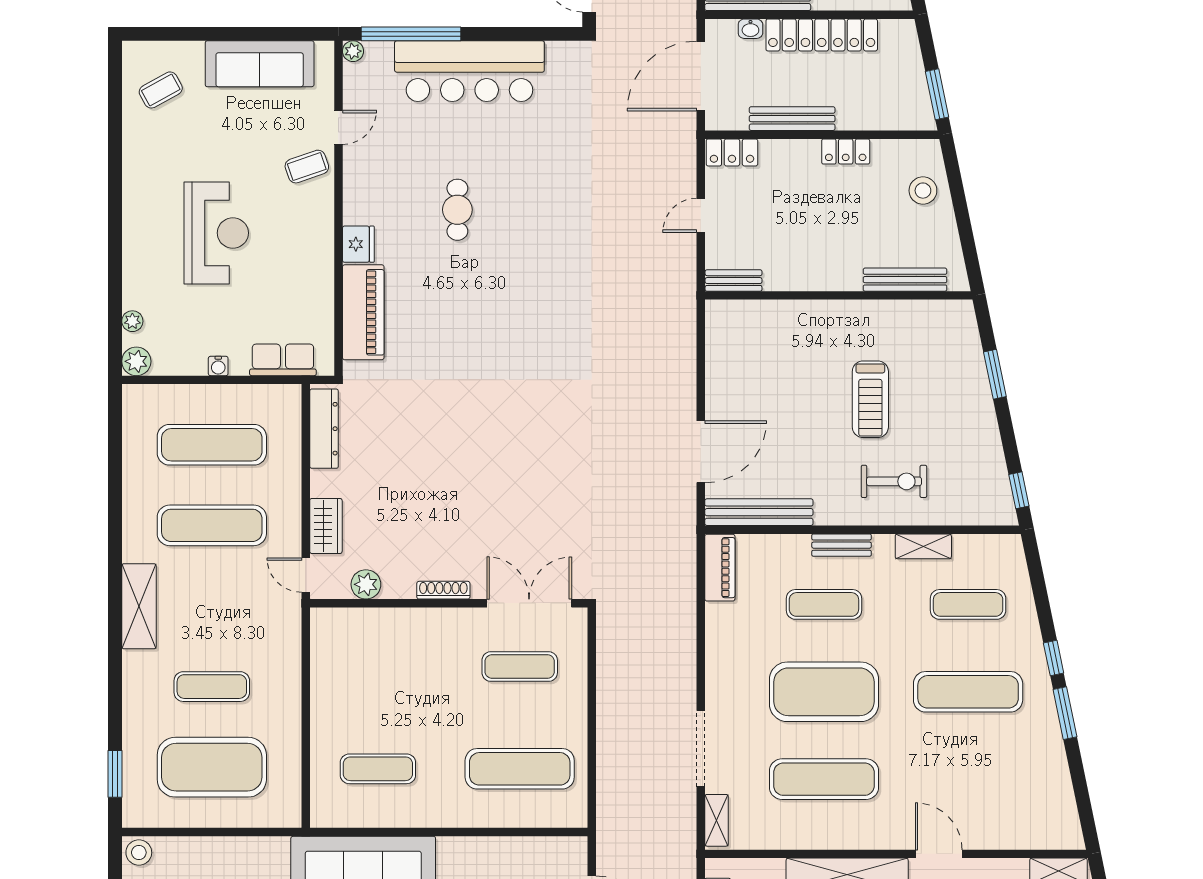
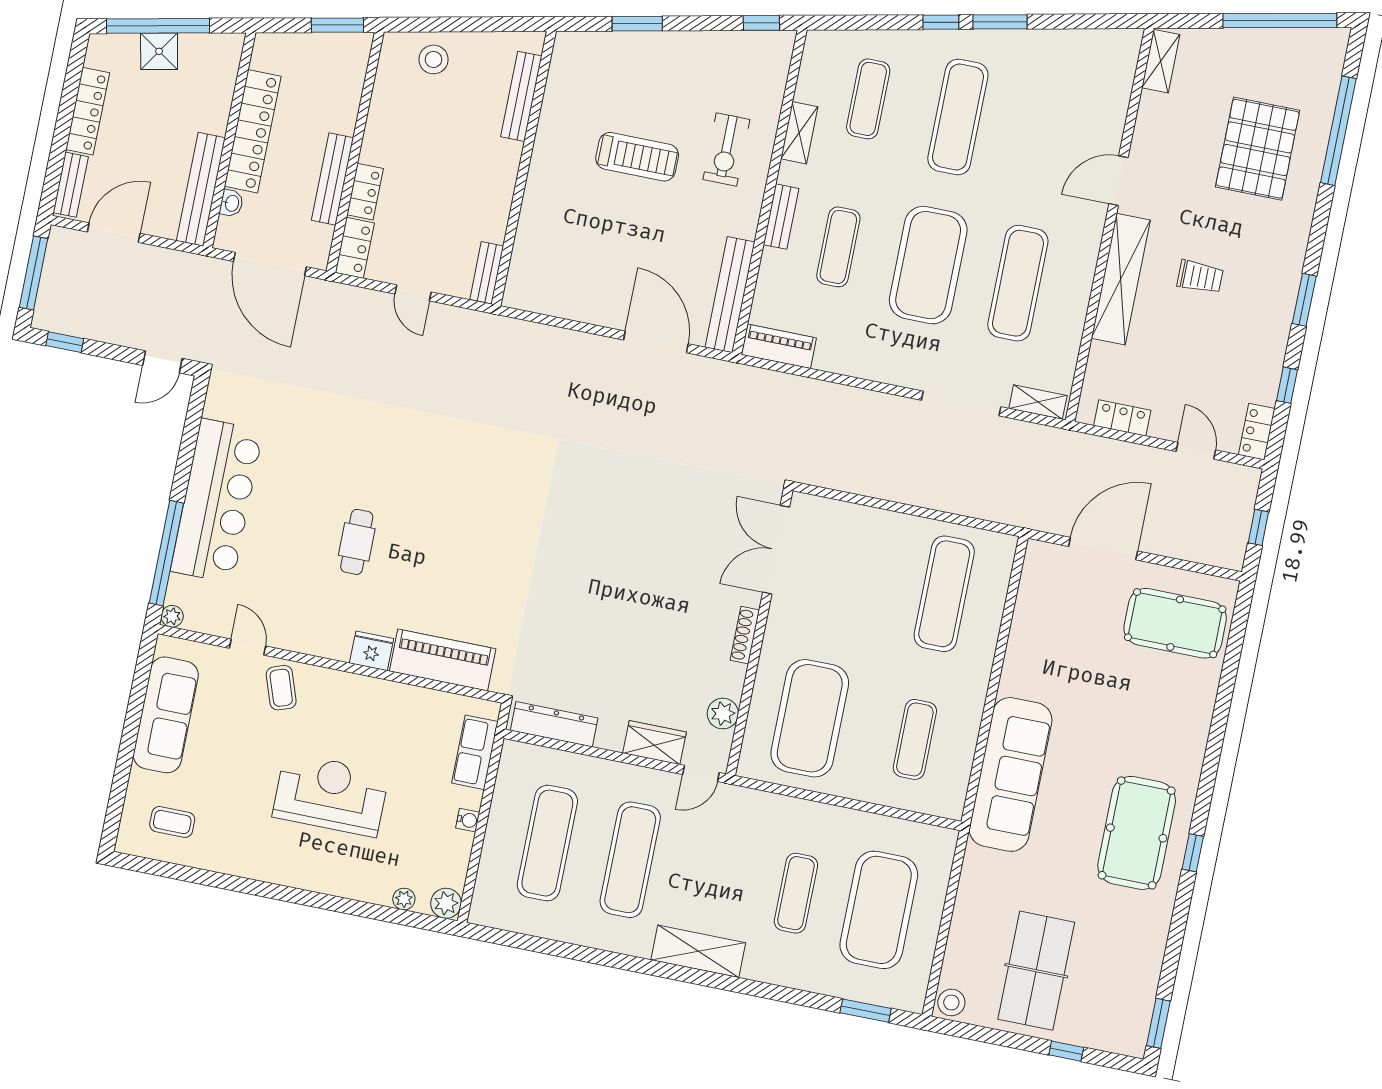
coffee table: (161, 90) -> (172, 822), turned -61
locker: (846, 151) -> (365, 192), moved
cafe table: (457, 210) -> (357, 542), turned 90
exercise bike: (894, 481) -> (726, 149), turned 180
exercise mat: (520, 667) -> (810, 718), moved, width x2.00, depth x1.45

